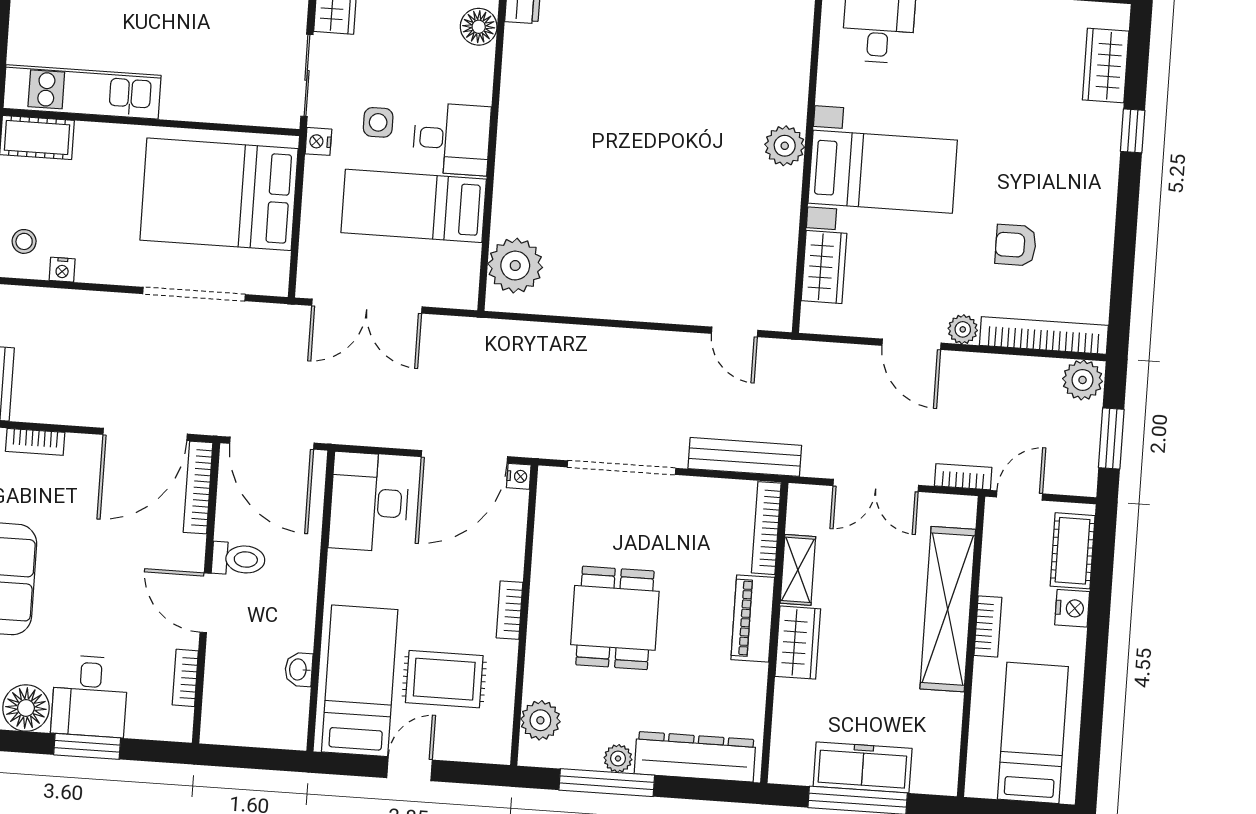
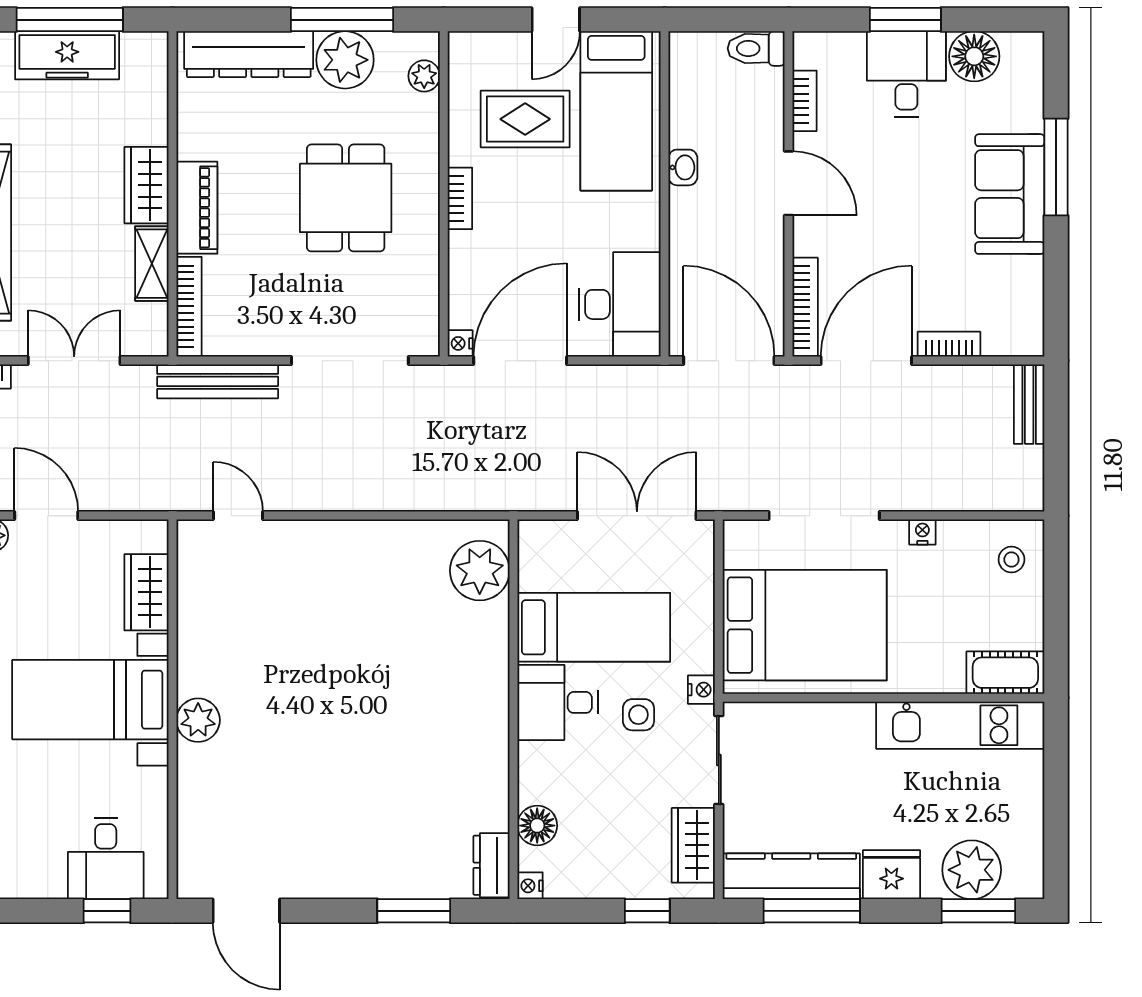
nightstand: (62, 270) -> (922, 532), moved
bookcase: (35, 442) -> (949, 344), moved
toilet: (238, 559) -> (756, 48), moved
washbasin: (299, 670) -> (683, 167), moved
plant: (540, 720) -> (424, 76), width x0.73, depth x0.73
plant: (618, 759) -> (345, 60), width x1.88, depth x1.88

